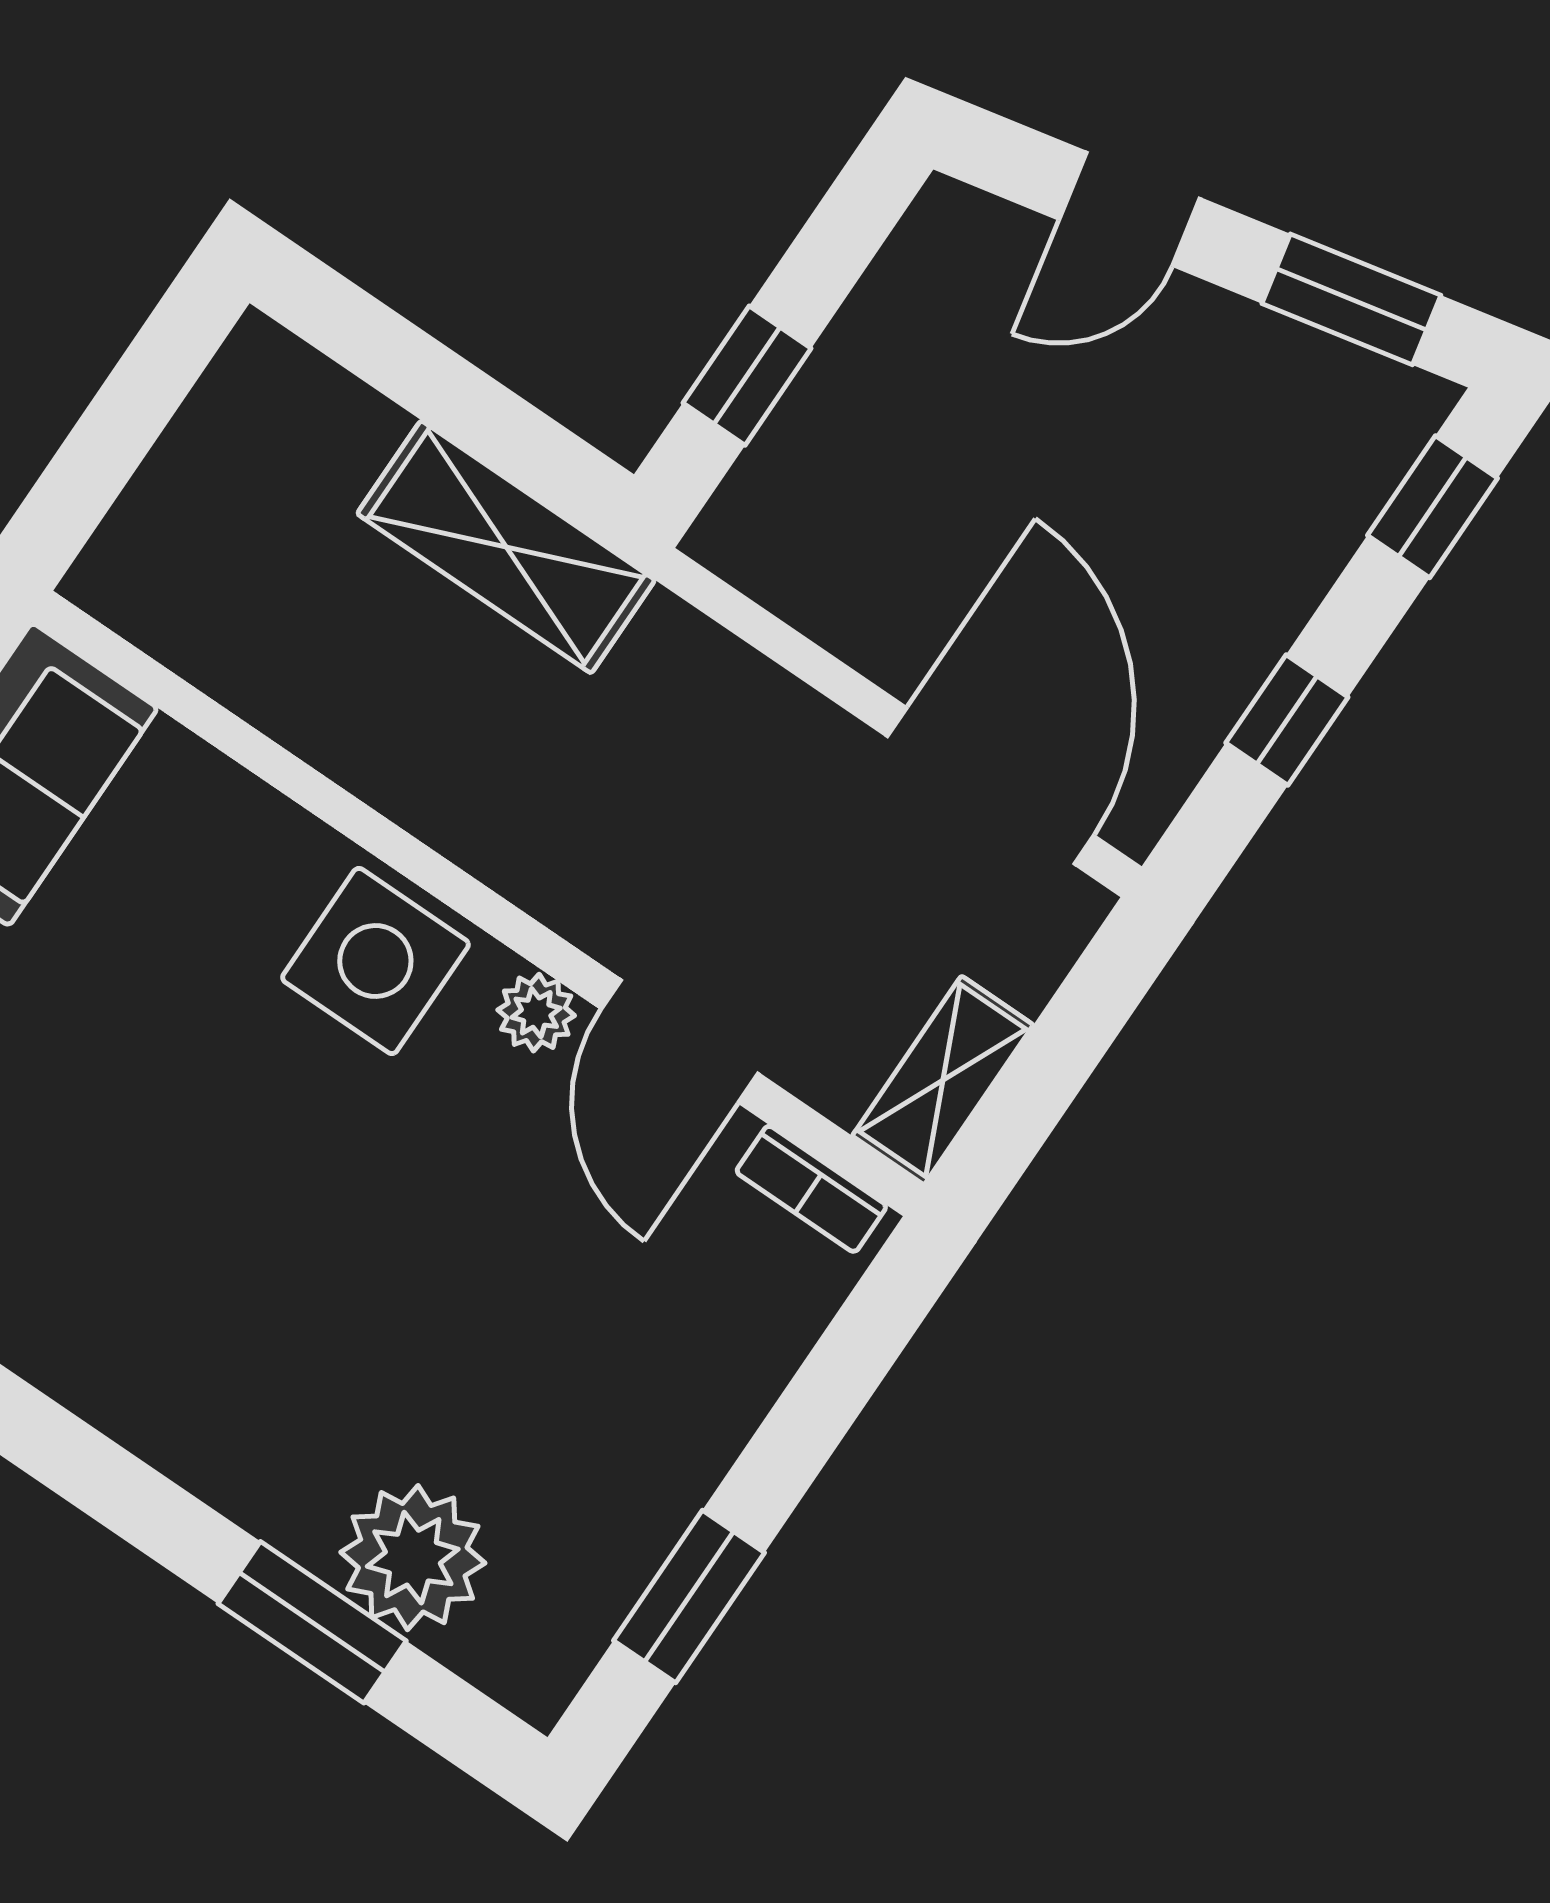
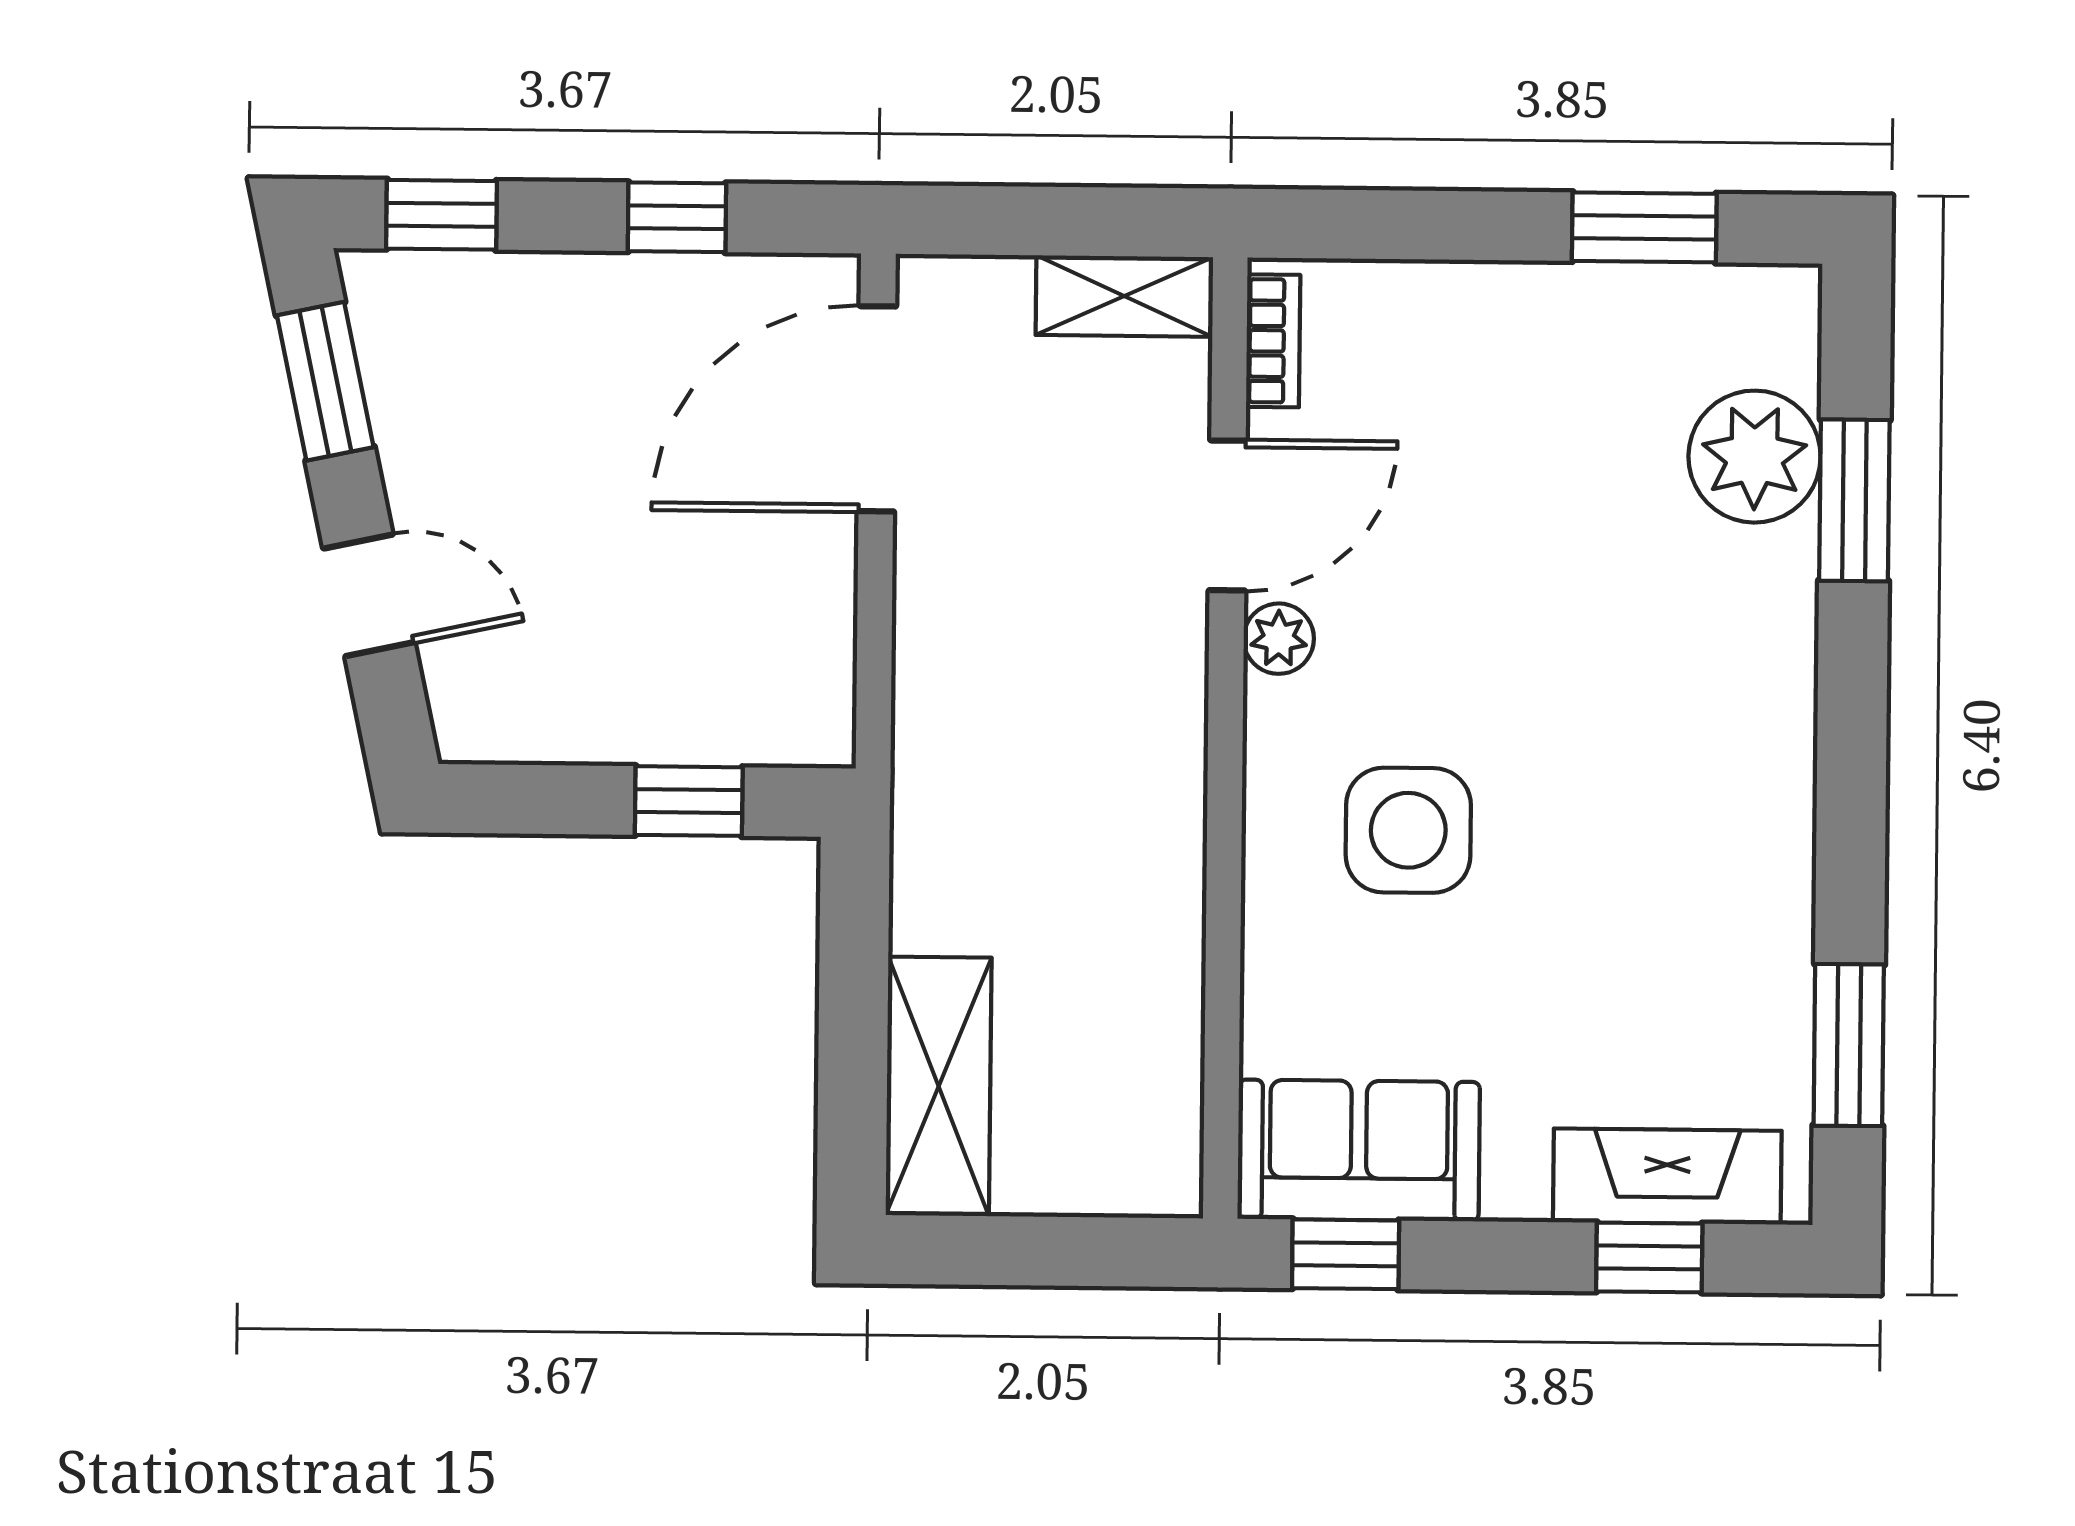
shelving: (506, 547) -> (939, 1086), moved
side table: (375, 961) -> (1408, 830), moved

